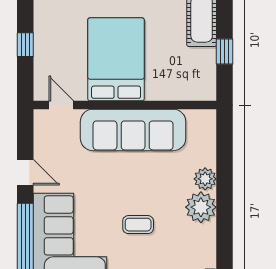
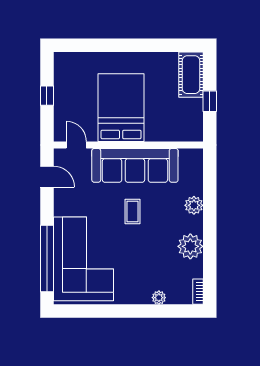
door: (25, 172) -> (47, 177), moved
plant: (201, 207) -> (190, 246), moved
coffee table: (138, 225) -> (132, 211), moved, turned 90

